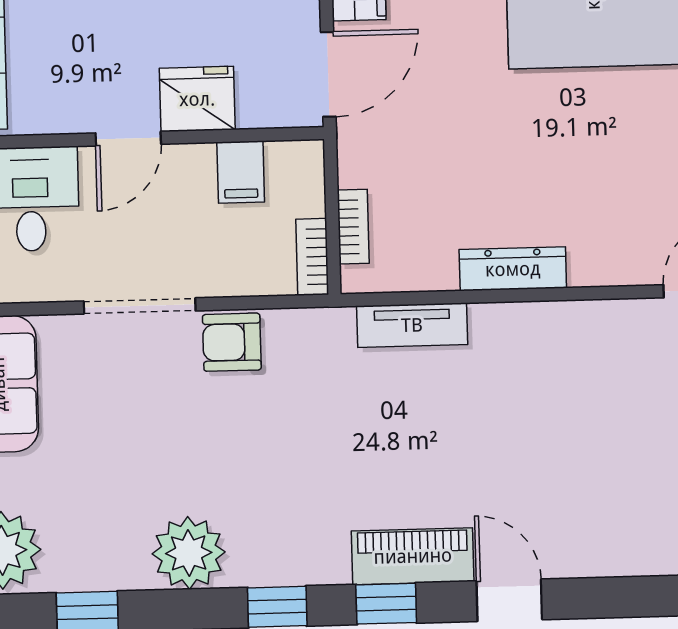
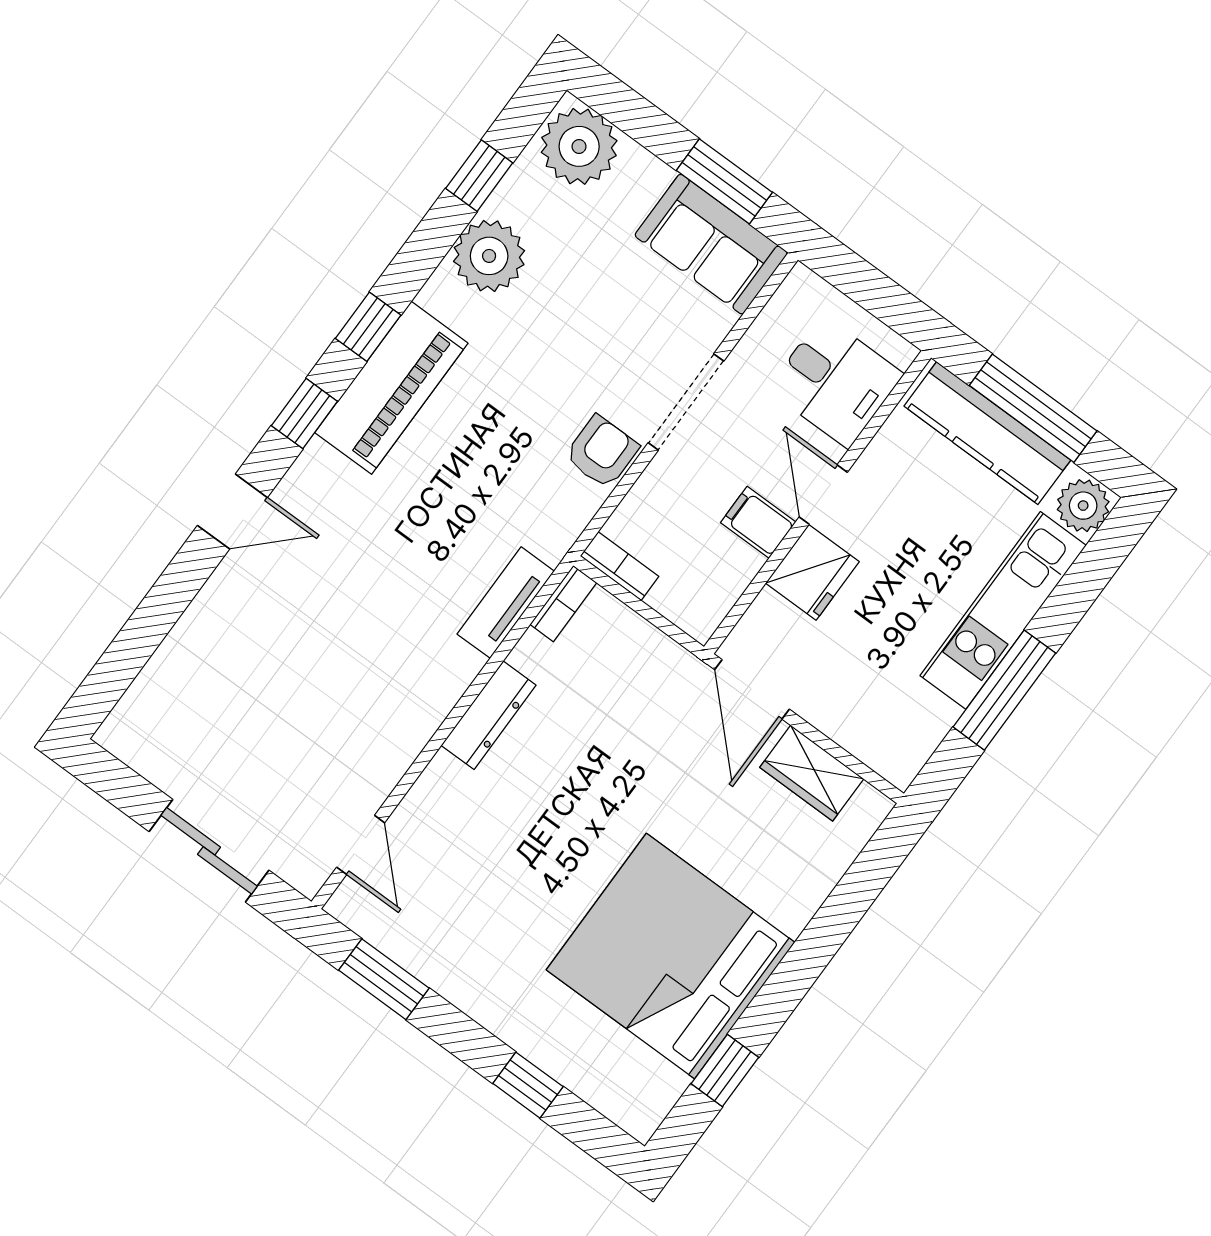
filing cabinet: (241, 172) -> (758, 522), moved
bookcase: (353, 227) -> (563, 604), moved, turned -90
plant: (189, 553) -> (489, 256), moved
piano: (413, 556) -> (391, 388), moved, width x1.37, depth x1.33

